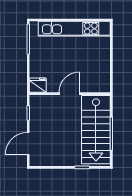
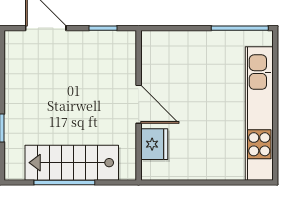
fridge: (38, 85) -> (154, 144), moved
stairs: (96, 130) -> (72, 163), width x0.73, depth x0.66

